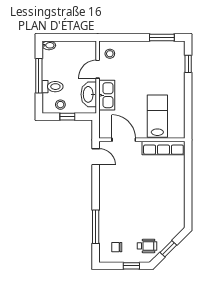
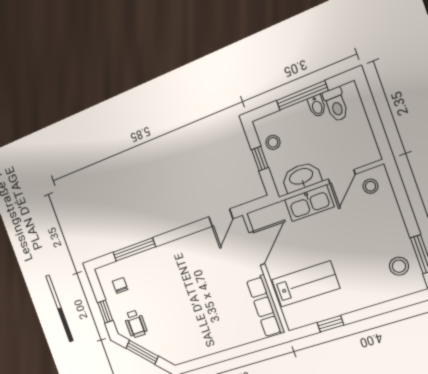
bidet: (49, 45) -> (317, 106), moved
stool: (165, 54) -> (399, 266), added
window: (188, 64) -> (330, 324), moved
door: (98, 69) -> (342, 177), swing flipped
toilet: (53, 87) -> (336, 105), moved
window: (168, 249) -> (142, 352), width x1.50

